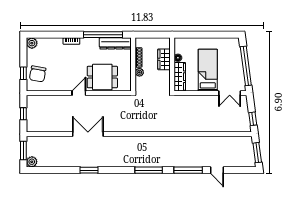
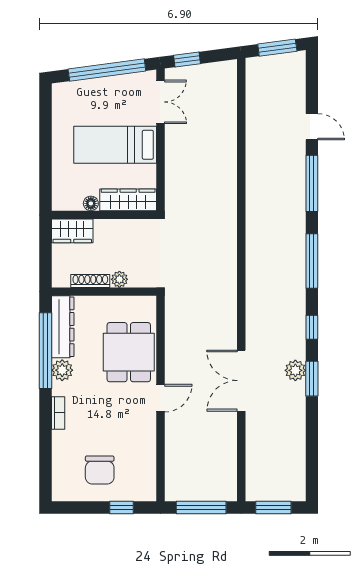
plant: (32, 43) -> (62, 370), moved
wardrobe: (164, 59) -> (72, 231), moved
chair: (38, 74) -> (100, 470), moved, turned 80
door: (79, 93) -> (161, 398), swing flipped
window: (23, 114) -> (201, 508), width x2.17
window: (253, 119) -> (187, 59), moved
plant: (32, 162) -> (295, 370), moved
window: (115, 170) -> (312, 327), added
door: (217, 170) -> (312, 127), hinge flipped

